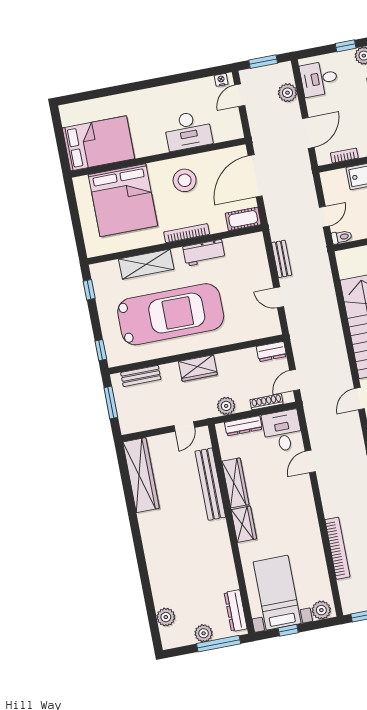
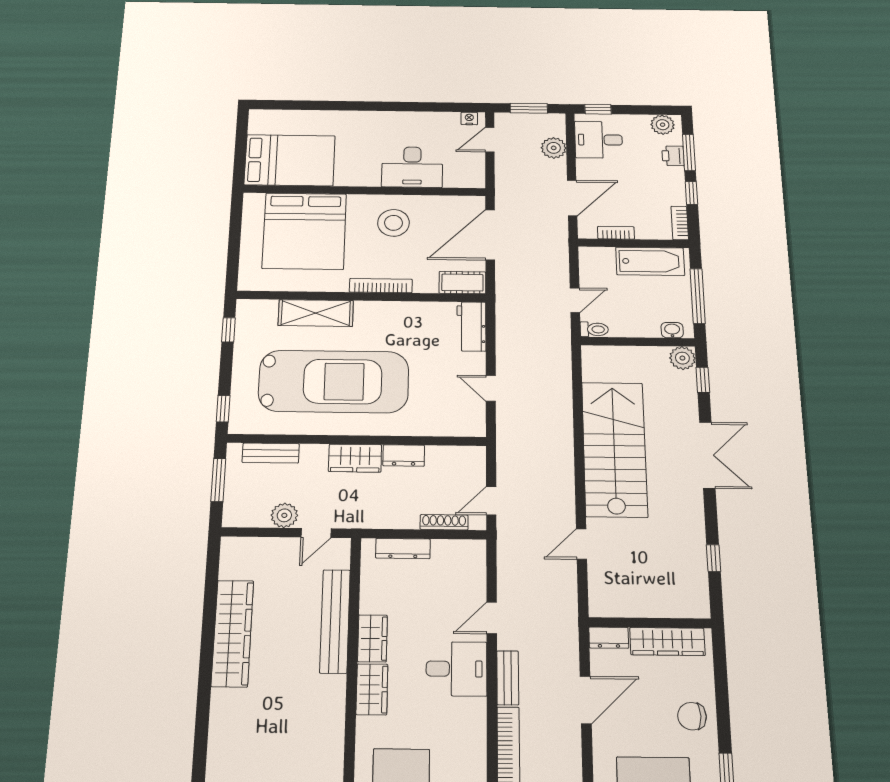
window: (346, 46) -> (598, 109), moved
workbench: (204, 253) -> (471, 326), moved, turned 90
bench: (282, 259) -> (508, 678), moved
dresser: (271, 351) -> (404, 455), moved
plant: (226, 406) -> (284, 515), moved
desk: (283, 431) -> (456, 669), moved, turned 90
wardrobe: (141, 475) -> (232, 633), moved
wardrobe: (235, 483) -> (372, 638), width x0.67

